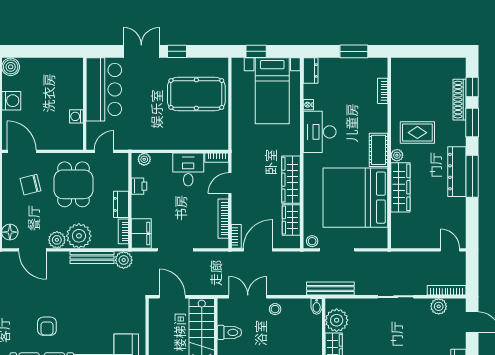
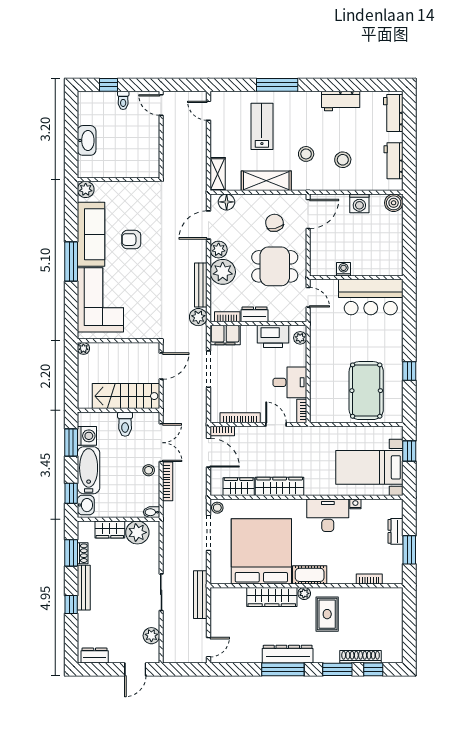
double door: (141, 51) -> (409, 335), removed
dresser: (311, 71) -> (396, 531), moved, turned 90
printer: (139, 186) -> (273, 336), width x1.87, depth x1.48
bench: (330, 288) -> (200, 595), moved
bookcase: (447, 290) -> (168, 481), moved

